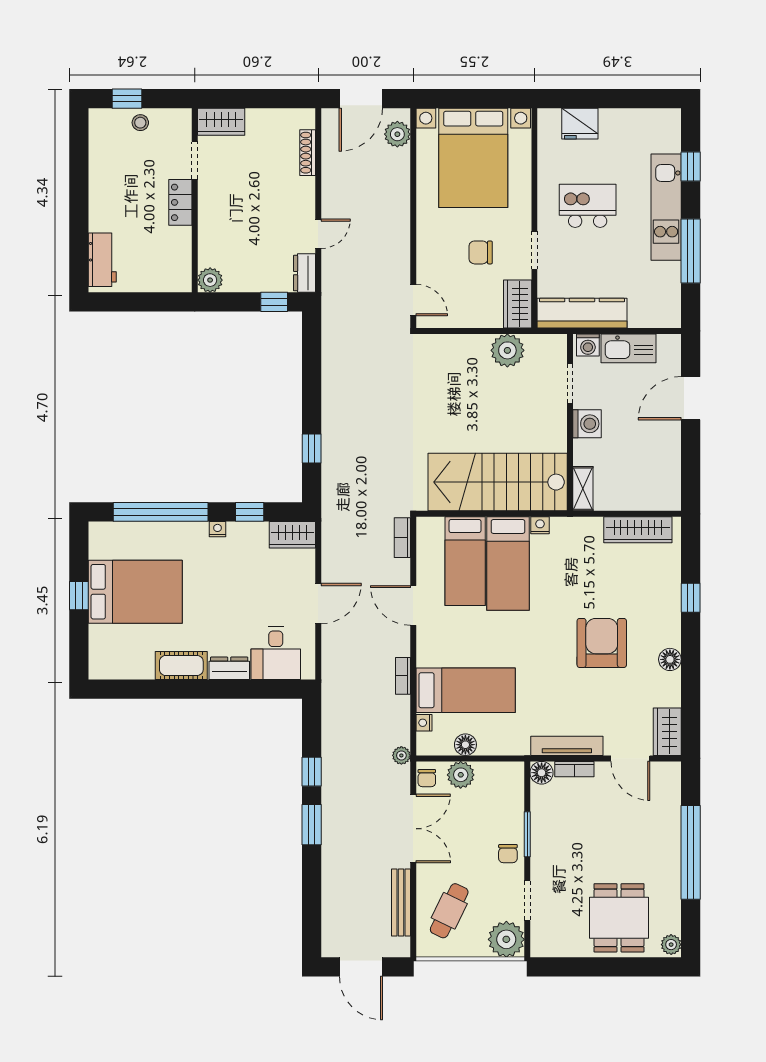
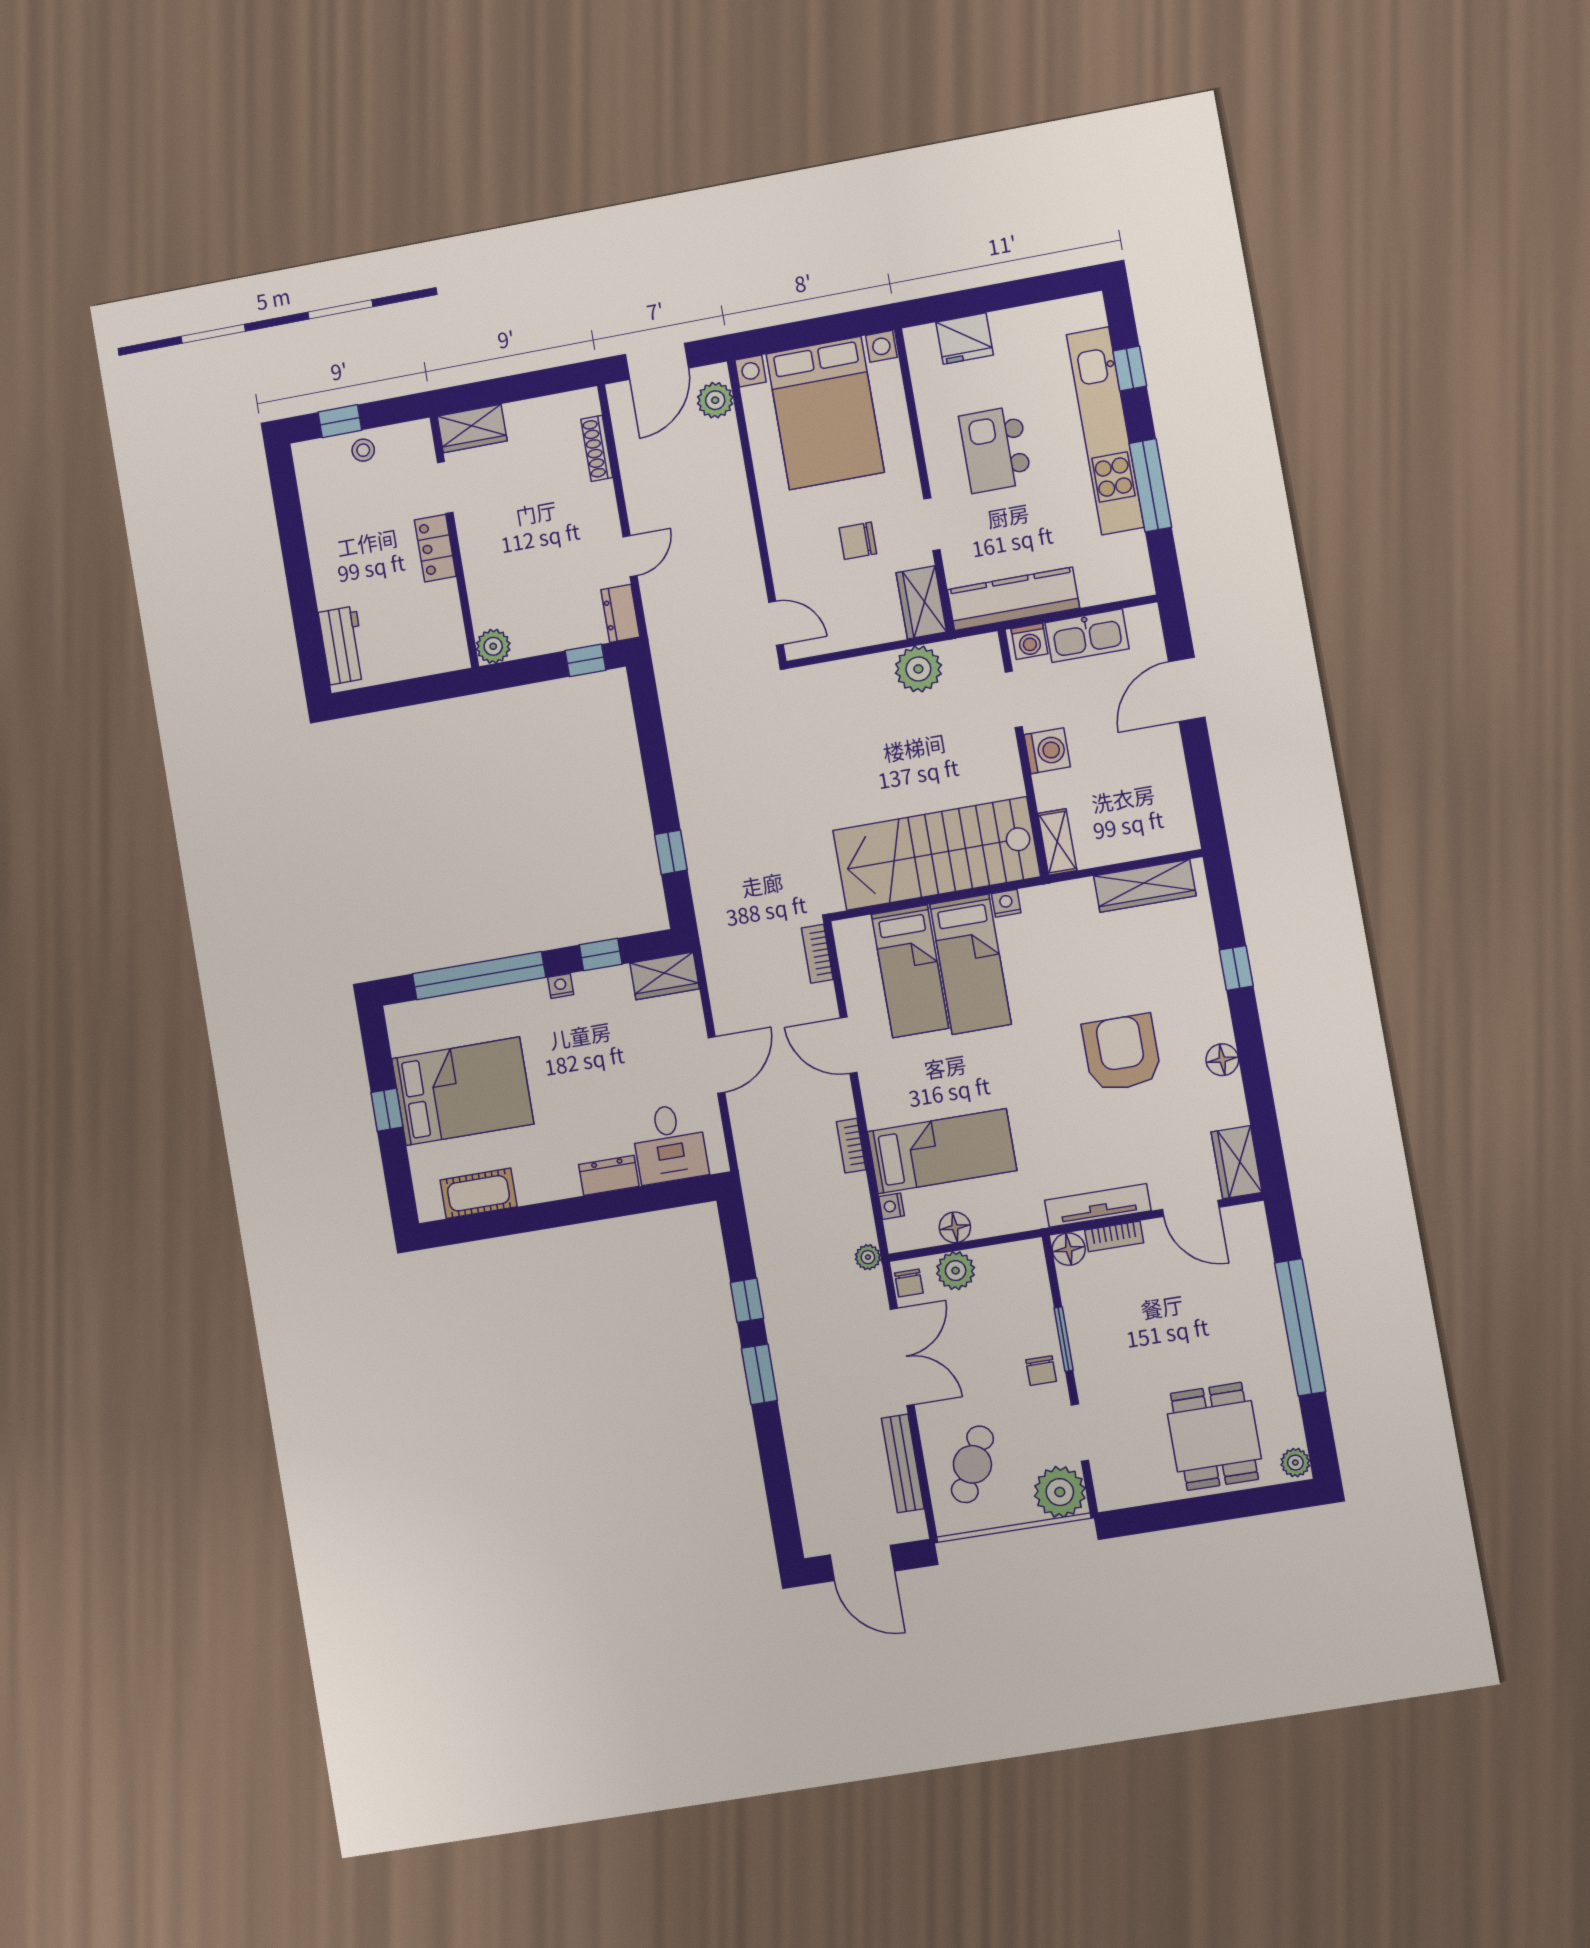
kitchen island: (588, 206) -> (995, 449), turned -90
kitchen unit: (666, 207) -> (1105, 431), width x1.36
cot: (181, 666) -> (478, 1193), moved

